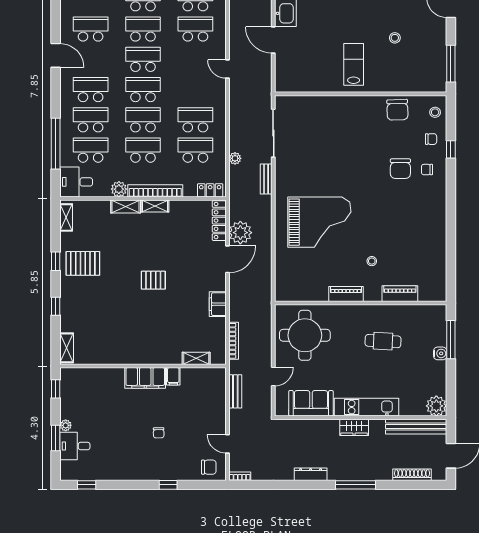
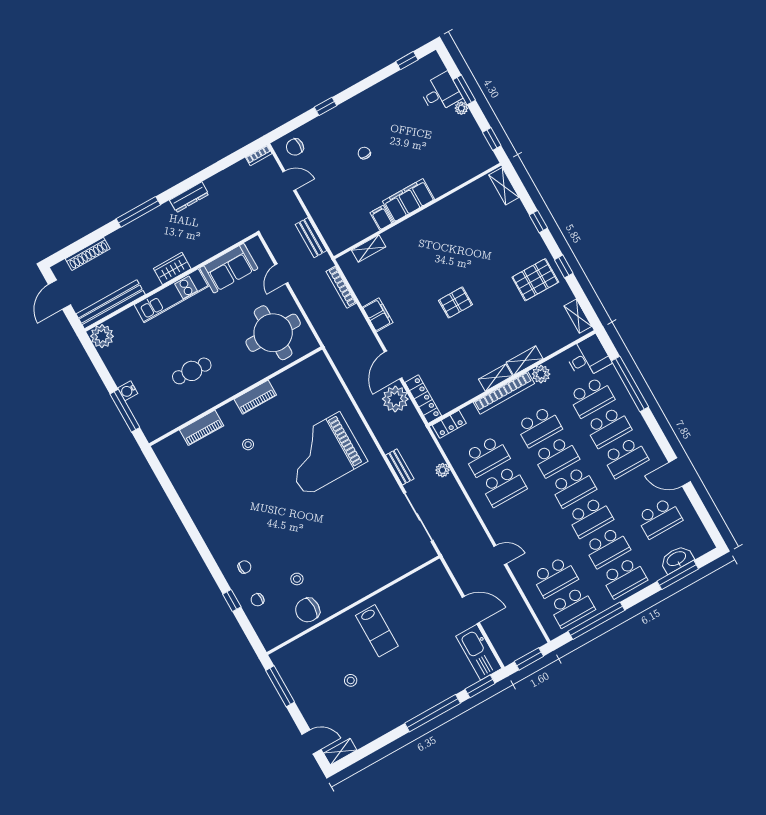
chair: (397, 110) -> (308, 610), turned -88
stool: (435, 112) -> (297, 579), moved
chair: (400, 169) -> (271, 553), removed

